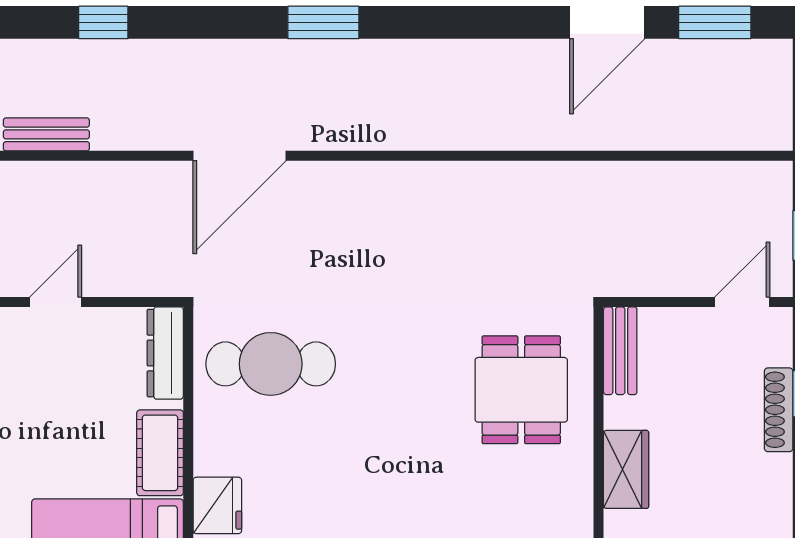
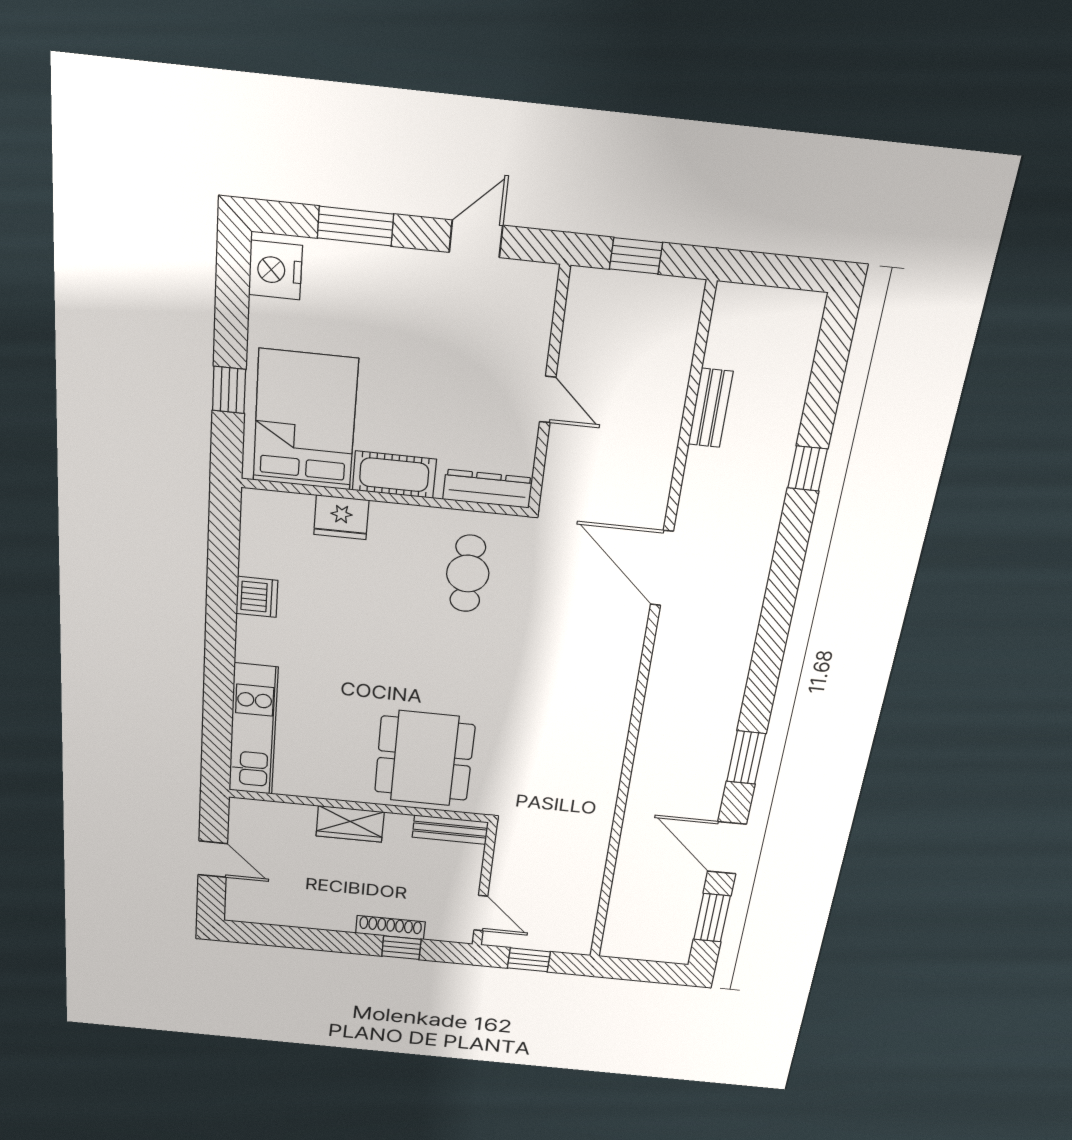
window: (323, 22) -> (746, 758), moved
cafe table: (271, 364) -> (468, 574), width x0.73, depth x0.74
dining table: (521, 390) -> (424, 758), width x1.37

